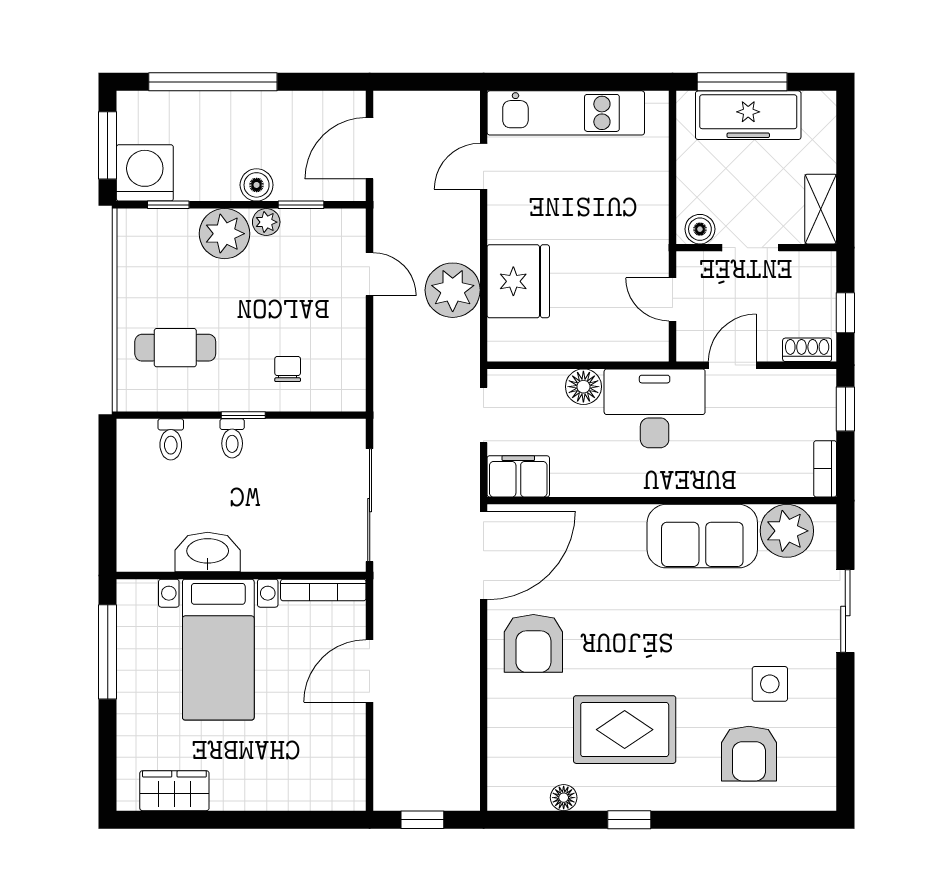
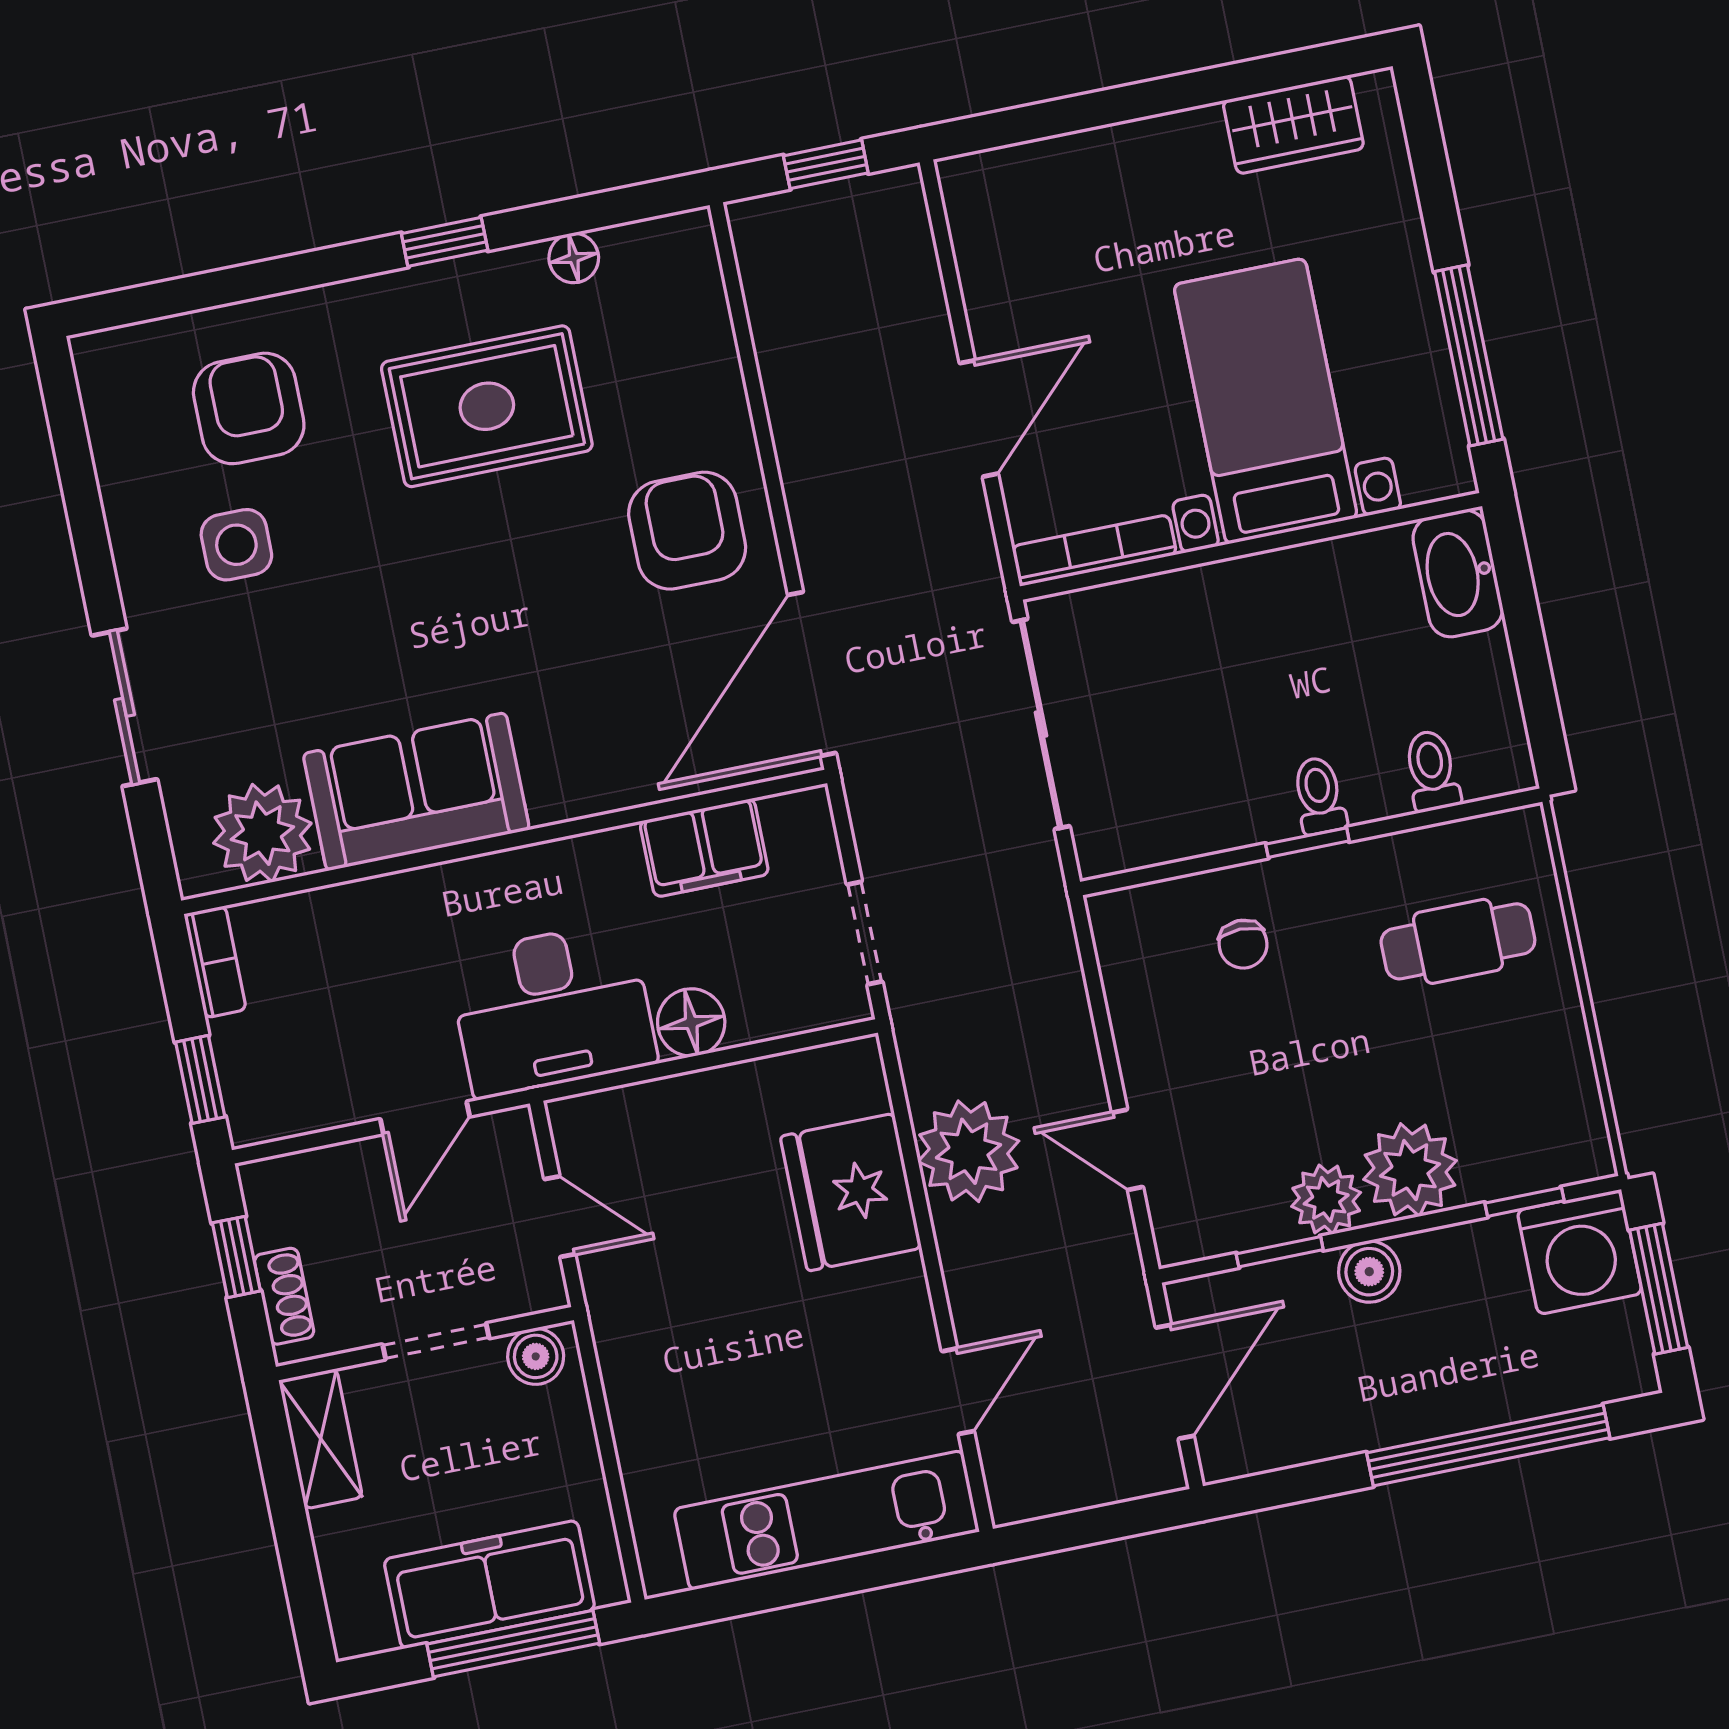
plant: (266, 222) -> (1326, 1199), width x1.38, depth x1.38
shoe rack: (807, 350) -> (284, 1296), moved, turned -90
filing cabinet: (518, 476) -> (704, 848), moved
washbasin: (208, 552) -> (1458, 573), moved, turned 90

